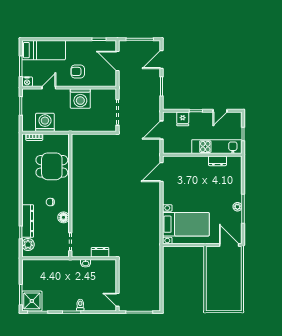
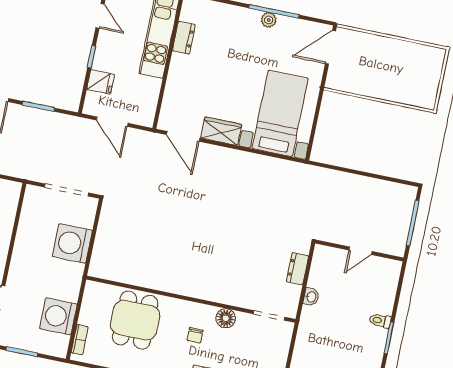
washing machine: (80, 99) -> (72, 243), moved, turned 180
wardrobe: (169, 193) -> (221, 131), added
door: (118, 300) -> (360, 251), moved

